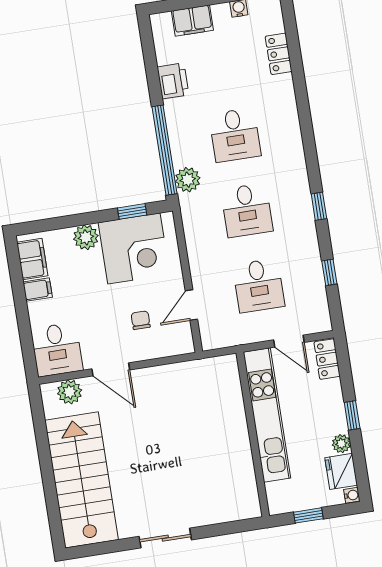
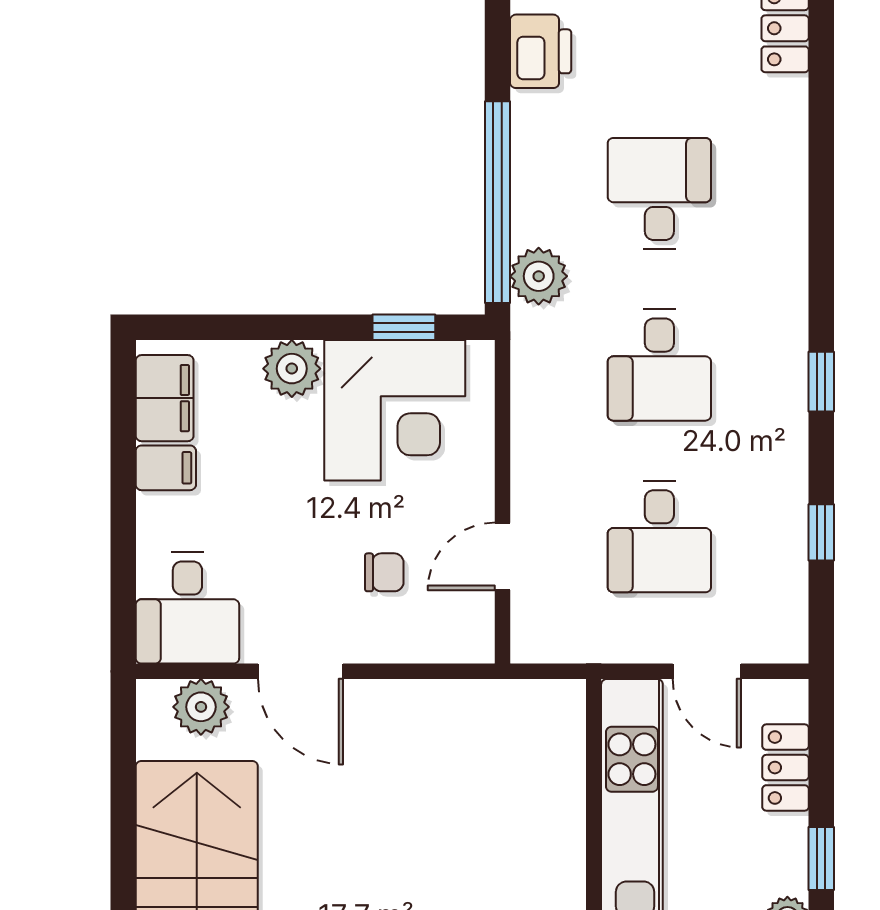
desk: (235, 135) -> (659, 193), turned 180
chair: (141, 320) -> (384, 572), turned 90
locker: (327, 359) -> (786, 768), moved

